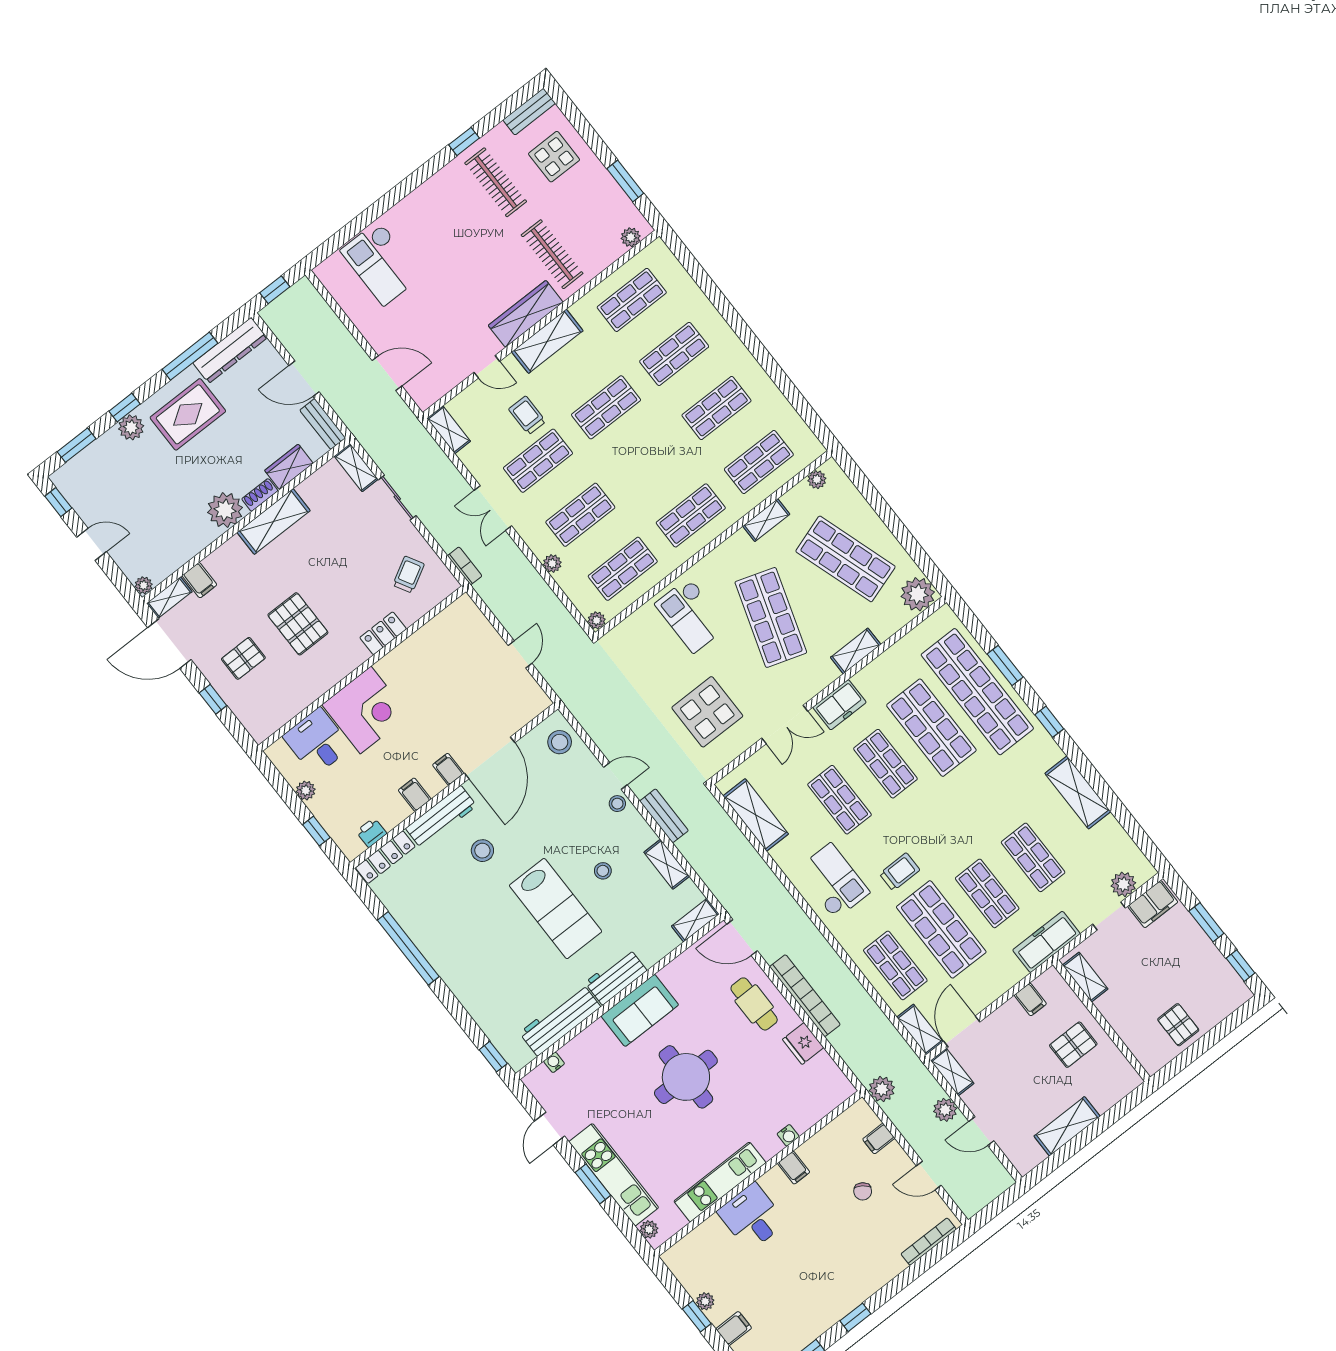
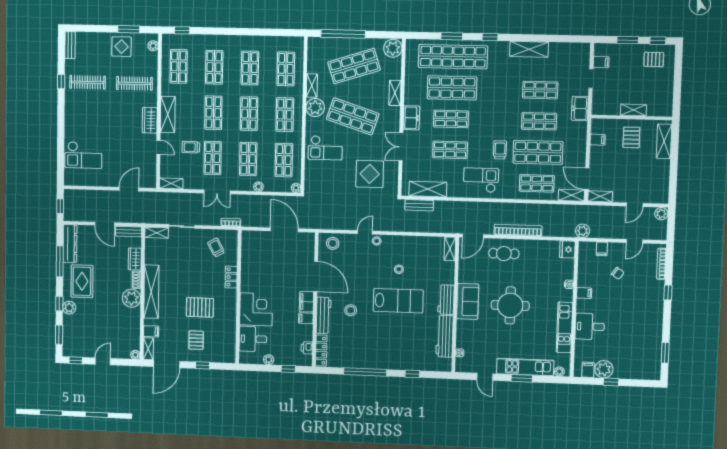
display table: (554, 157) -> (121, 47), moved
window: (689, 262) -> (182, 30), added
wardrobe: (526, 314) -> (150, 120), width x0.67
door: (487, 367) -> (158, 147), hinge flipped
door: (304, 379) -> (105, 224), hinge flipped
shop shelf: (648, 461) -> (249, 114), added
plant: (817, 480) -> (315, 107), moved, width x1.88, depth x1.88
window: (879, 505) -> (343, 34), added
shelving: (274, 521) -> (151, 292), width x1.47
door: (520, 654) -> (284, 230), width x1.87
double door: (785, 725) -> (401, 147), swing flipped
filing cabinet: (448, 769) -> (307, 302), width x2.00
bench: (664, 816) -> (419, 205), moved
shelving: (667, 864) -> (418, 242), removed
plant: (1123, 884) -> (583, 62), removed
filing cabinet: (1153, 904) -> (601, 62), width x0.50
freezer: (1046, 942) -> (580, 108), width x0.71
shelving: (1085, 977) -> (633, 110), moved
pallet: (1178, 1025) -> (654, 59), moved
fridge: (803, 1043) -> (567, 249), moved, turned 90
window: (493, 1057) -> (412, 374), moved
plant: (945, 1110) -> (661, 214), moved
shelving: (1067, 1126) -> (664, 141), moved
plant: (705, 1301) -> (604, 369), width x1.88, depth x1.88
window: (855, 1317) -> (668, 292), moved
filing cabinet: (734, 1328) -> (588, 370), moved

